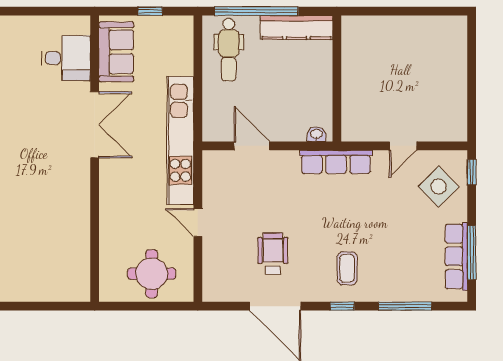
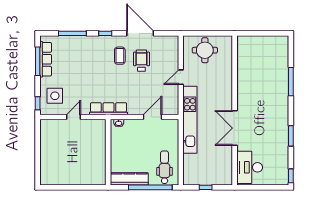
sofa: (116, 52) -> (223, 166), removed
desk: (66, 58) -> (250, 167), width x1.37
door: (252, 146) -> (153, 117), swing flipped
side table: (439, 187) -> (55, 96), turned 45
door: (198, 222) -> (181, 77), swing flipped
wheelchair: (273, 254) -> (141, 61), turned 180
coffee table: (347, 268) -> (120, 56), moved

